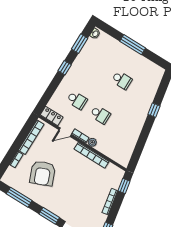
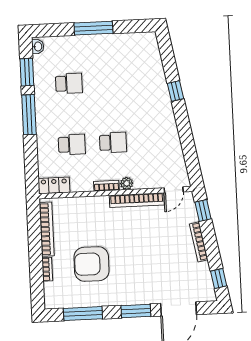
window: (65, 68) -> (29, 115), width x2.17
school desk: (122, 80) -> (69, 83), moved
door: (65, 132) -> (174, 190), moved
armchair: (43, 173) -> (91, 264), turned 112

